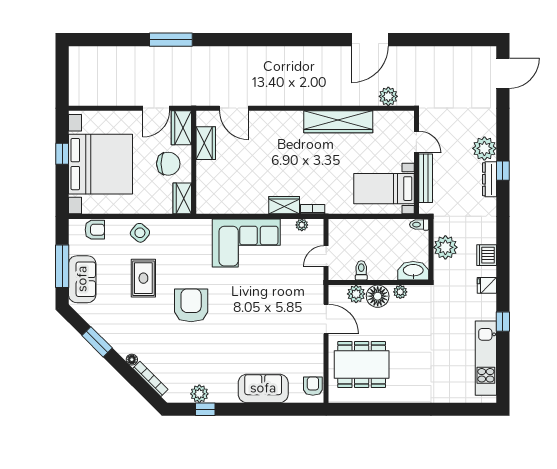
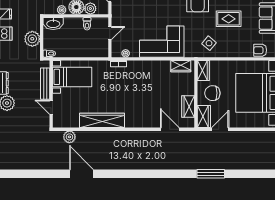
door: (370, 40) -> (81, 174), hinge flipped
wardrobe: (284, 205) -> (181, 66), moved
side table: (140, 233) -> (209, 43), moved
rug: (143, 278) -> (229, 19), turned 90

